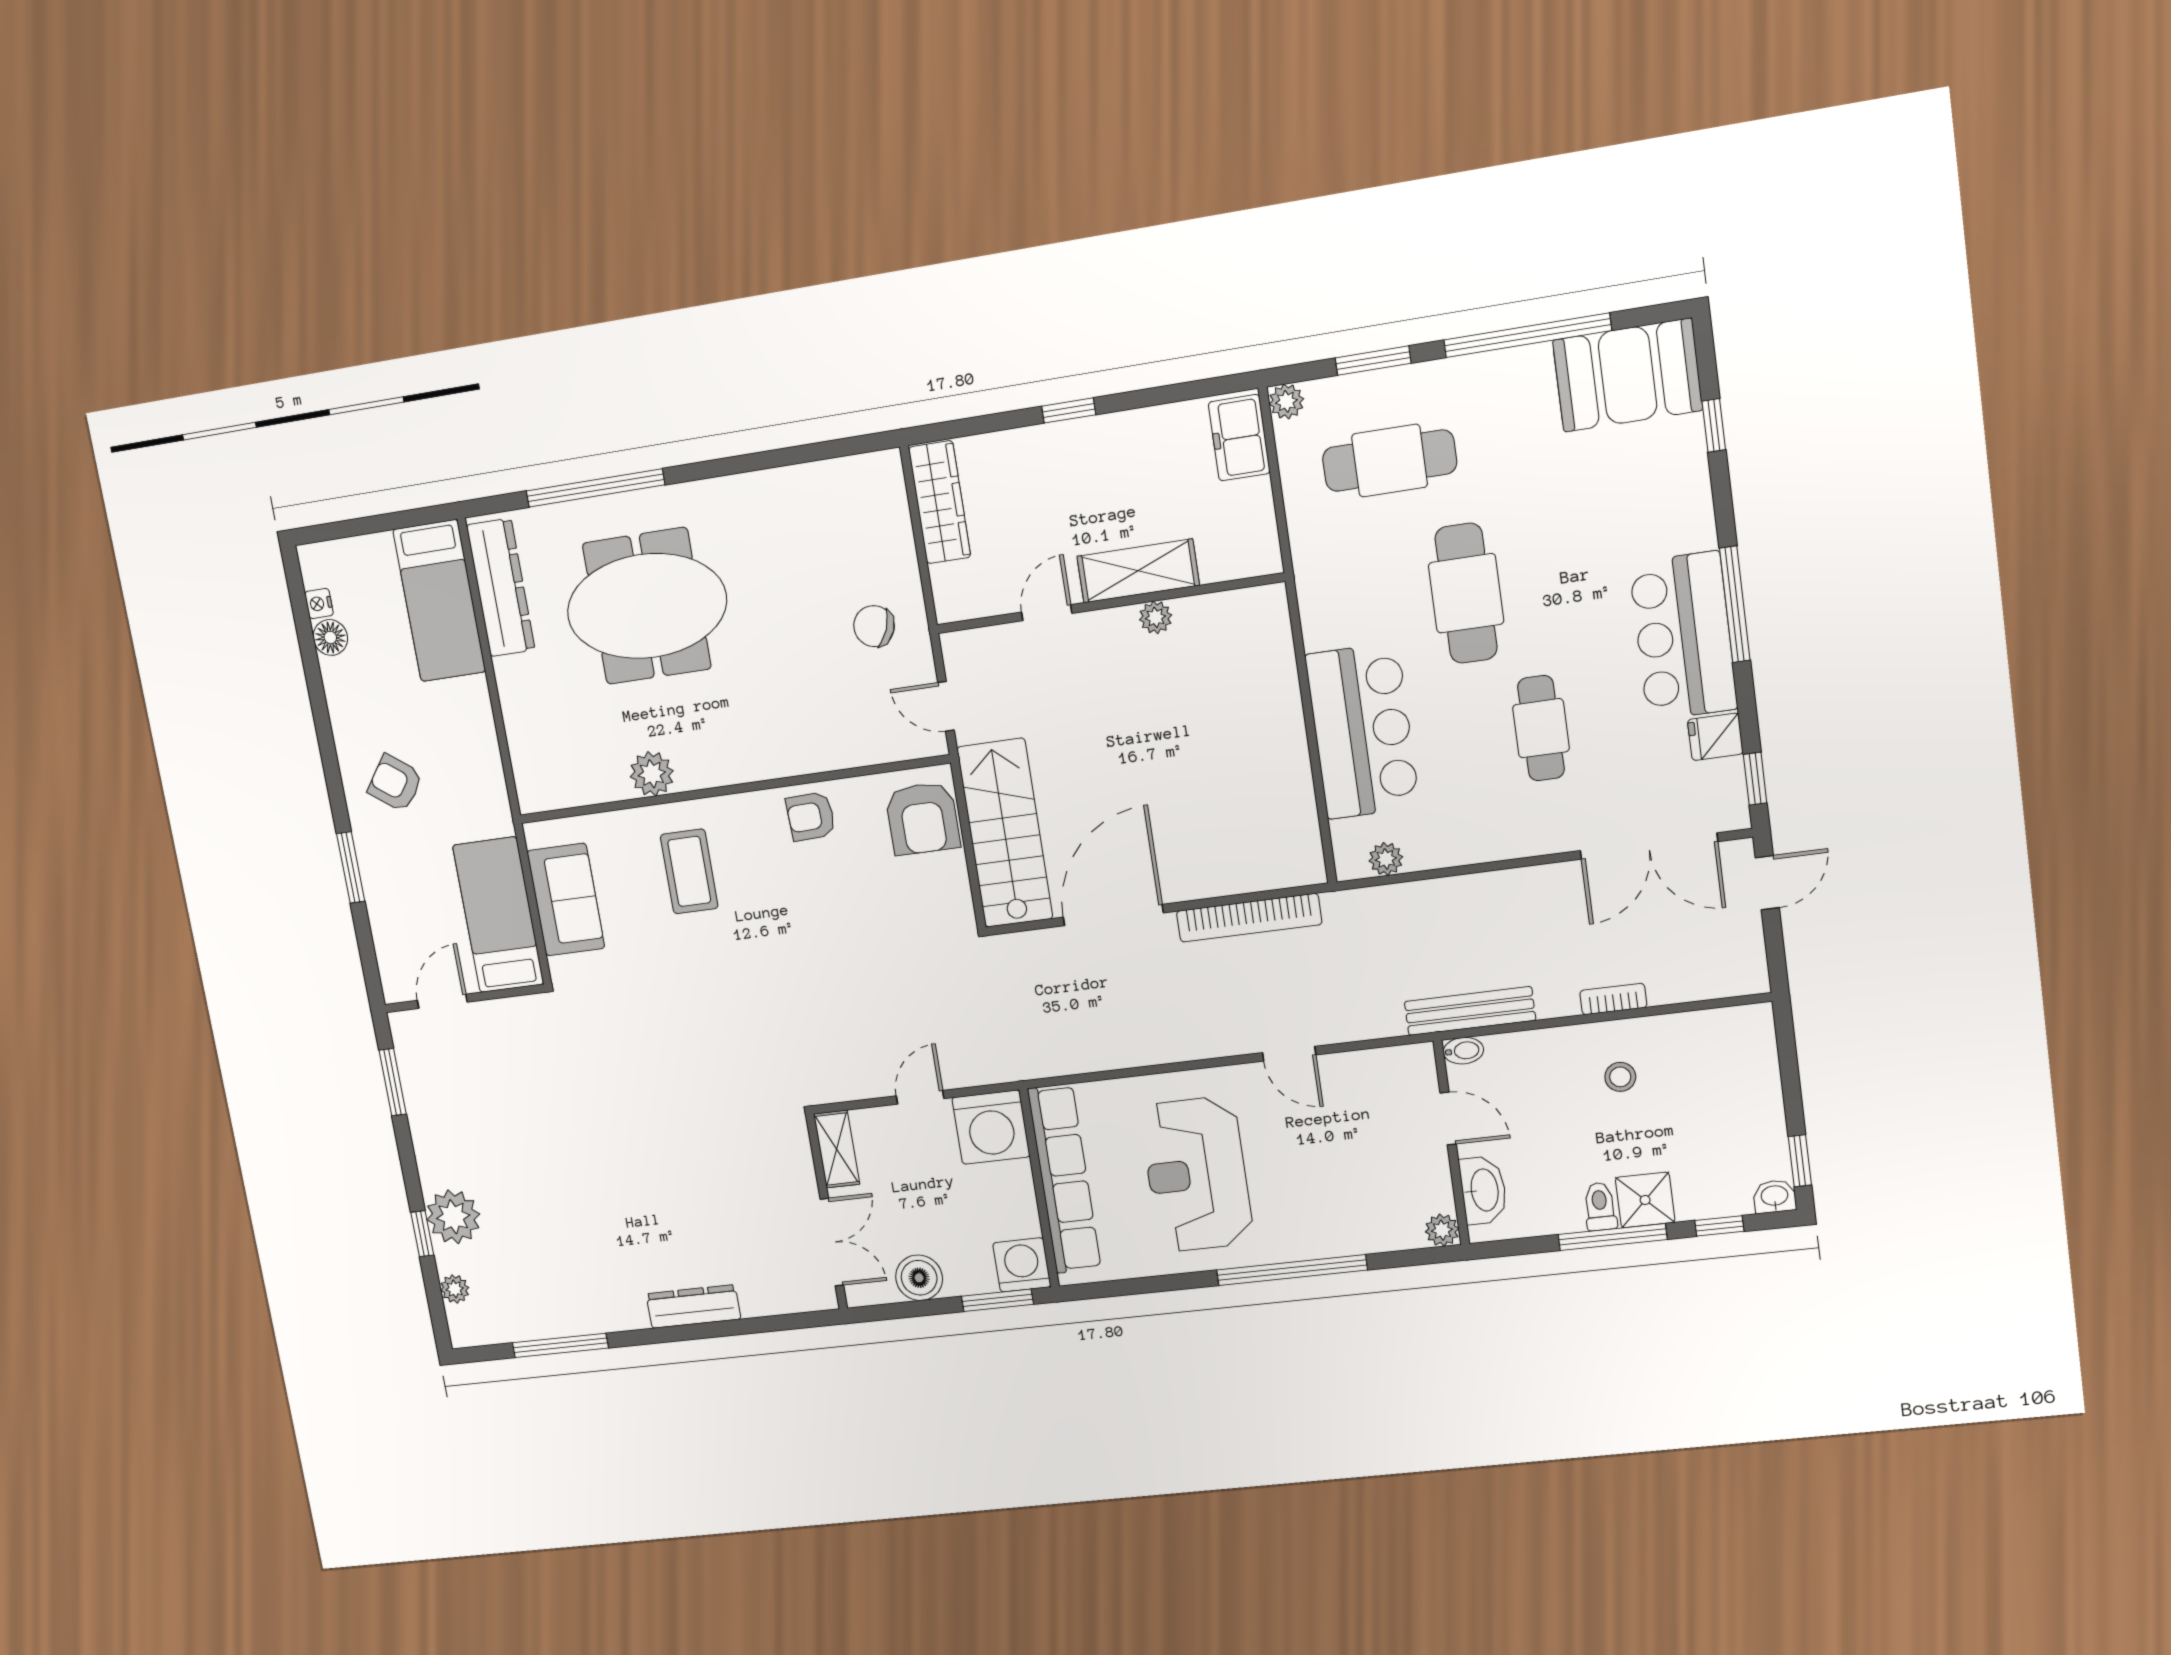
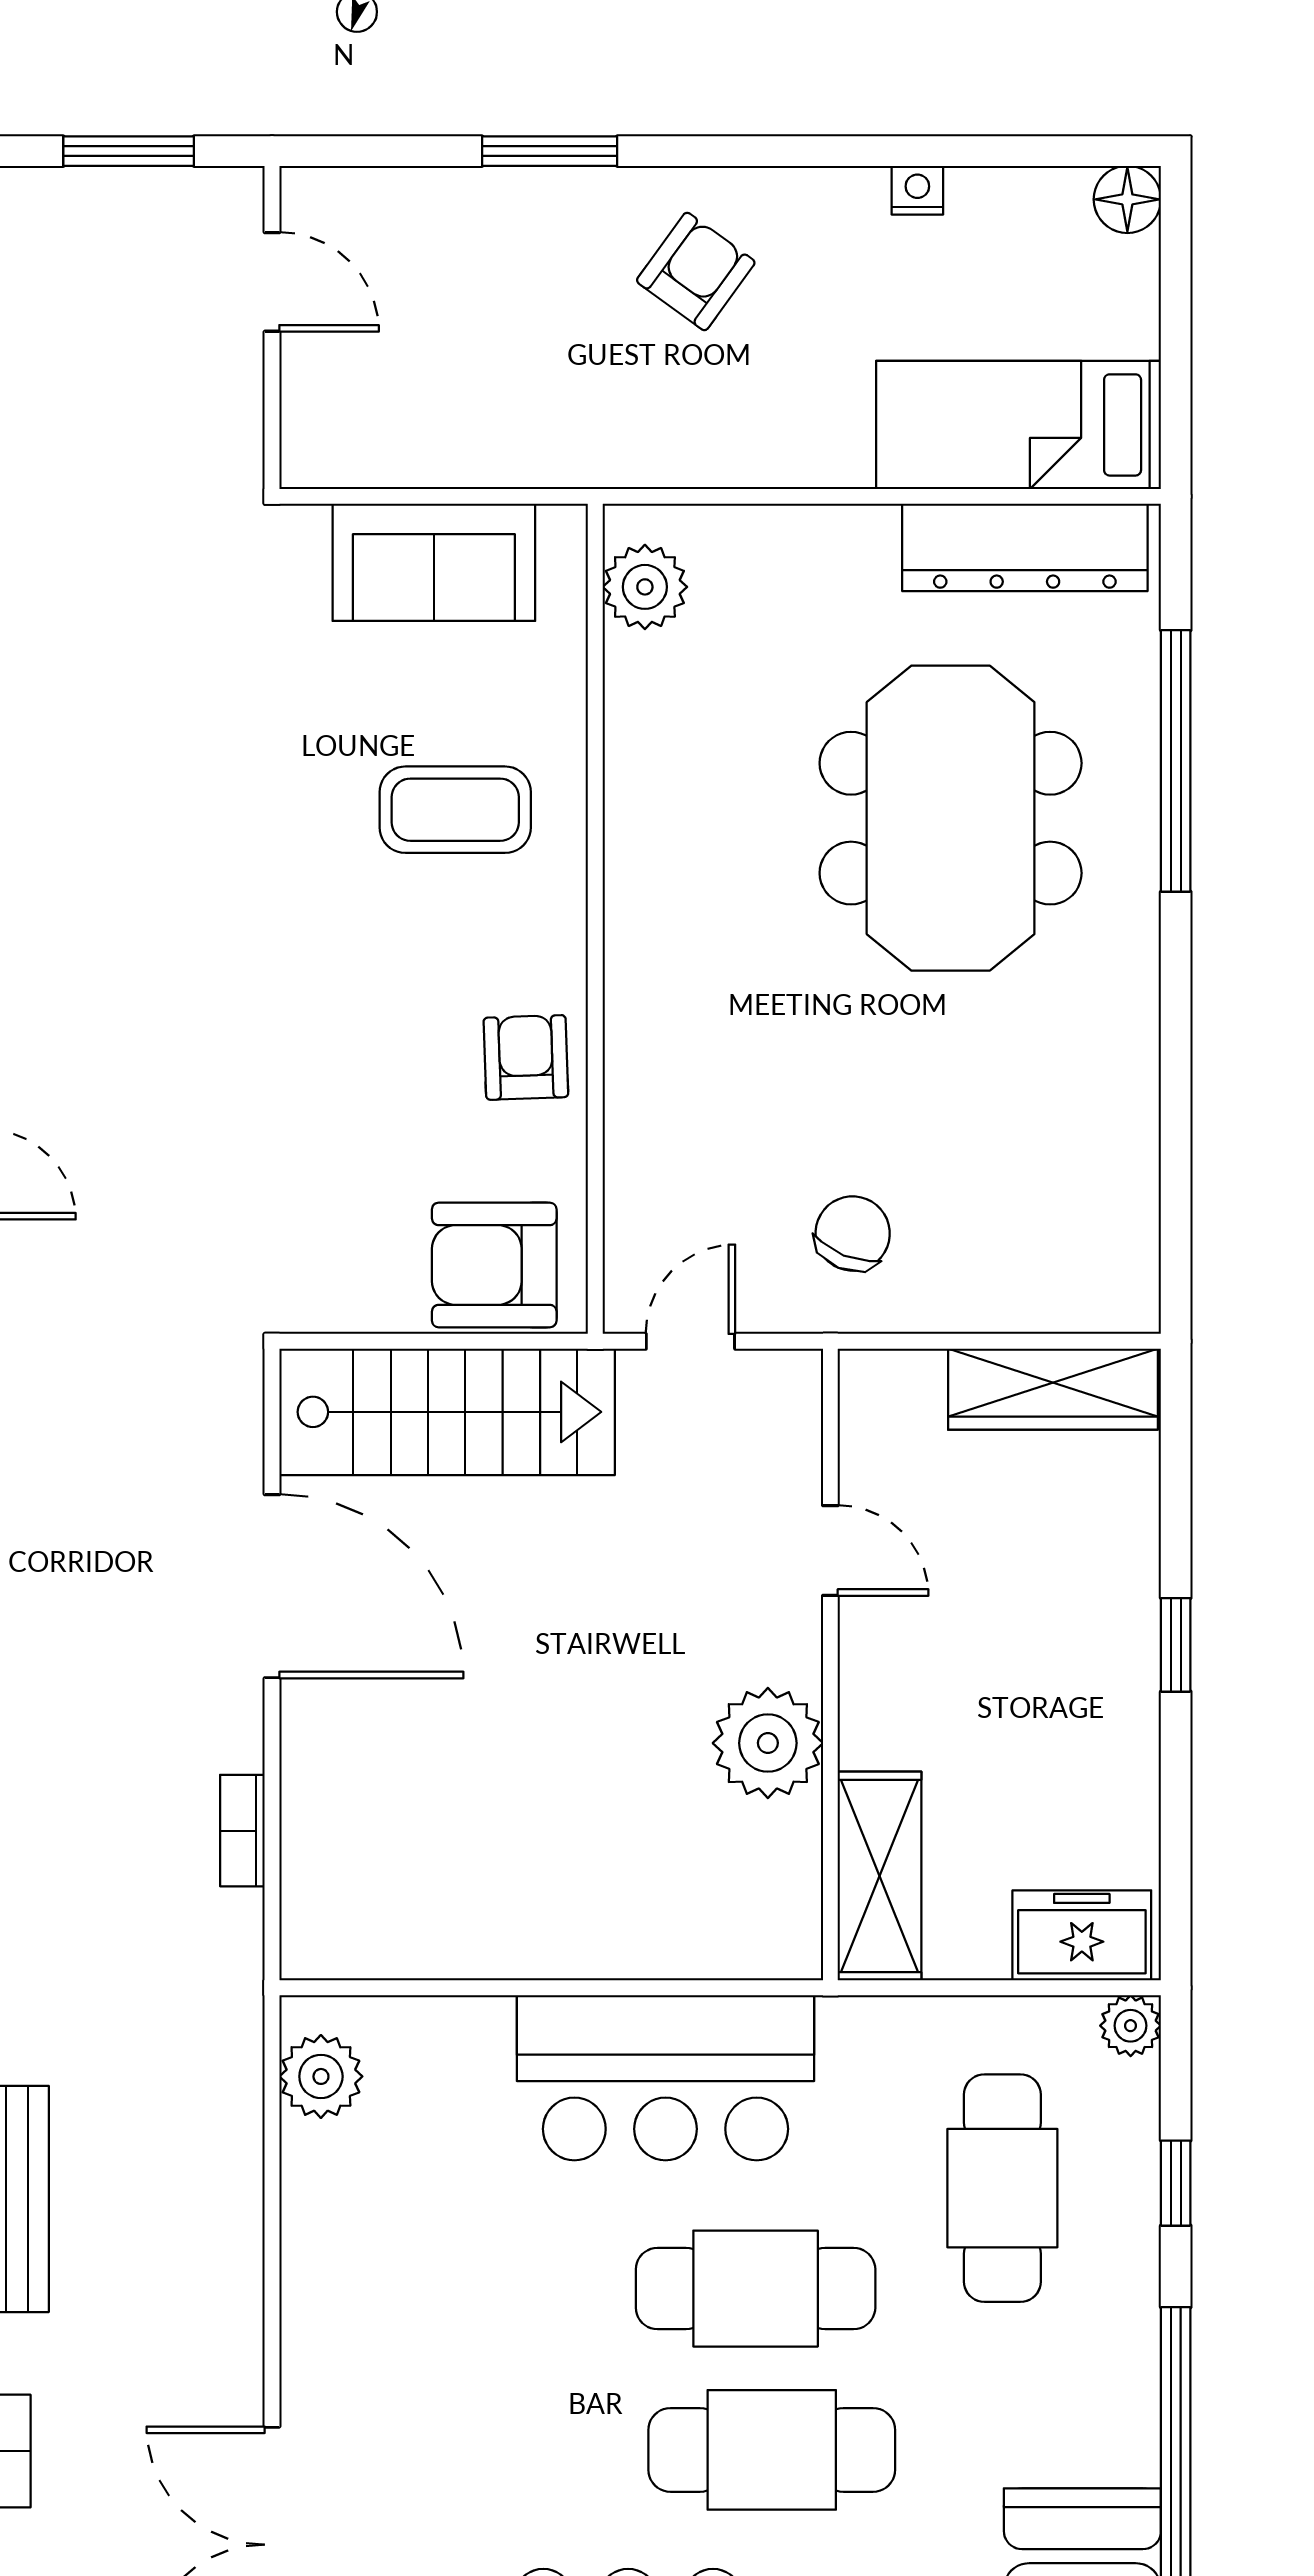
window: (1373, 361) -> (1176, 2183), width x0.67
shelving: (1138, 571) -> (880, 1876), moved
nightstand: (319, 604) -> (917, 190), moved
plant: (1156, 617) -> (768, 1743), width x1.88, depth x1.88
floor lamp: (330, 637) -> (1127, 199), moved
cafe table: (1541, 728) -> (772, 2450), moved, width x1.37, depth x1.35
bar counter: (1362, 731) -> (665, 2078), moved
plant: (652, 774) -> (645, 587), moved
plant: (1386, 859) -> (321, 2076), width x1.38, depth x1.38
bed: (498, 915) -> (422, 425), removed
bookcase: (1249, 918) -> (242, 1831), width x0.43, depth x0.76

